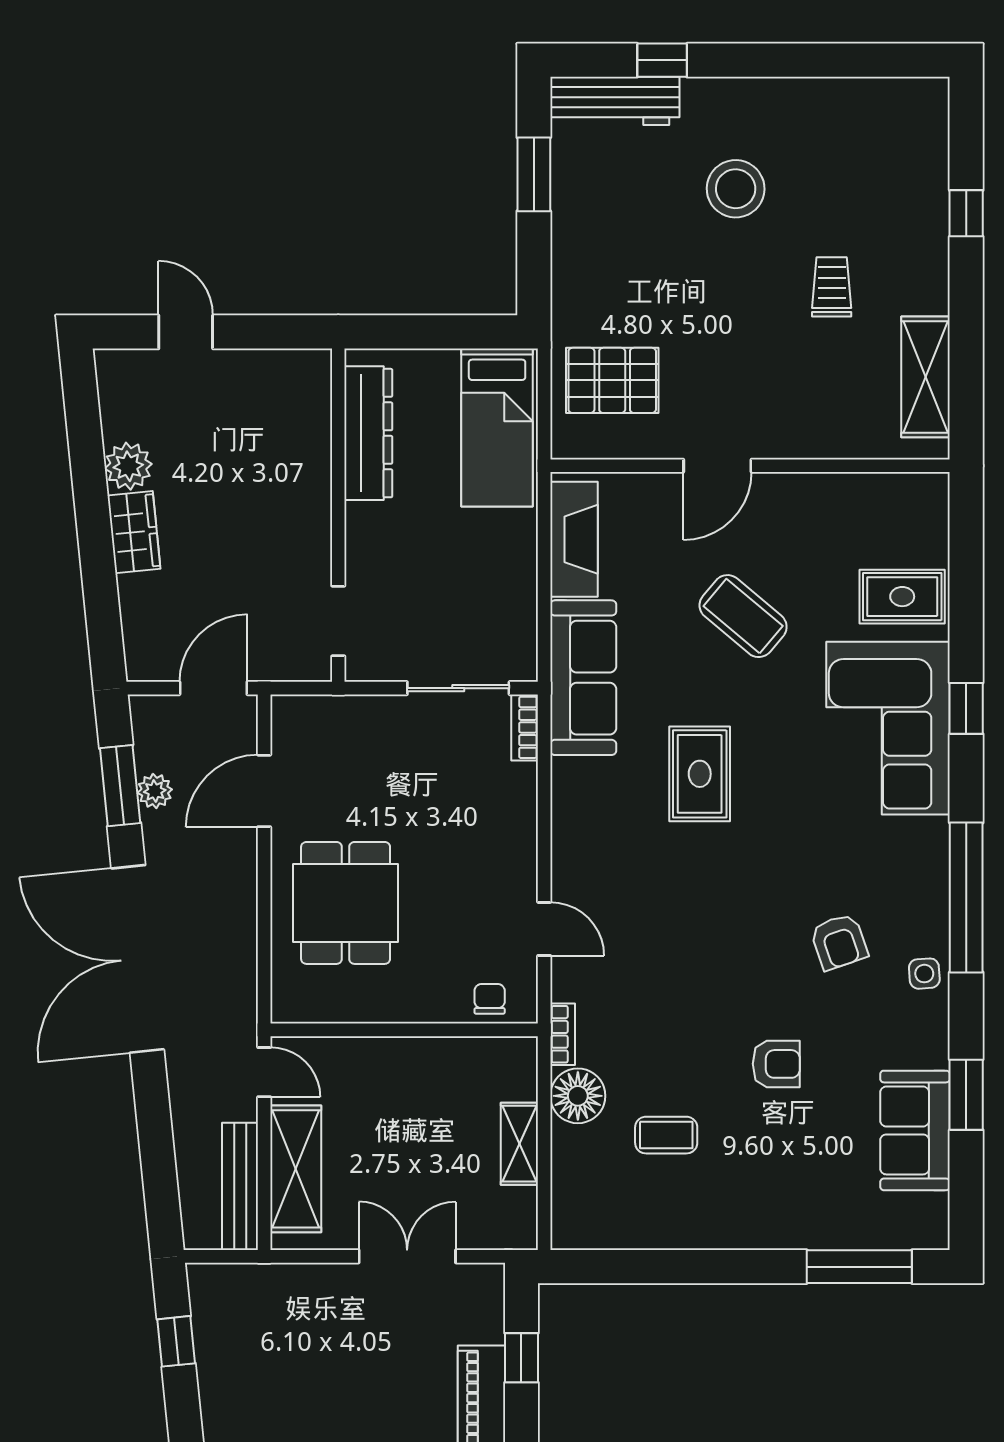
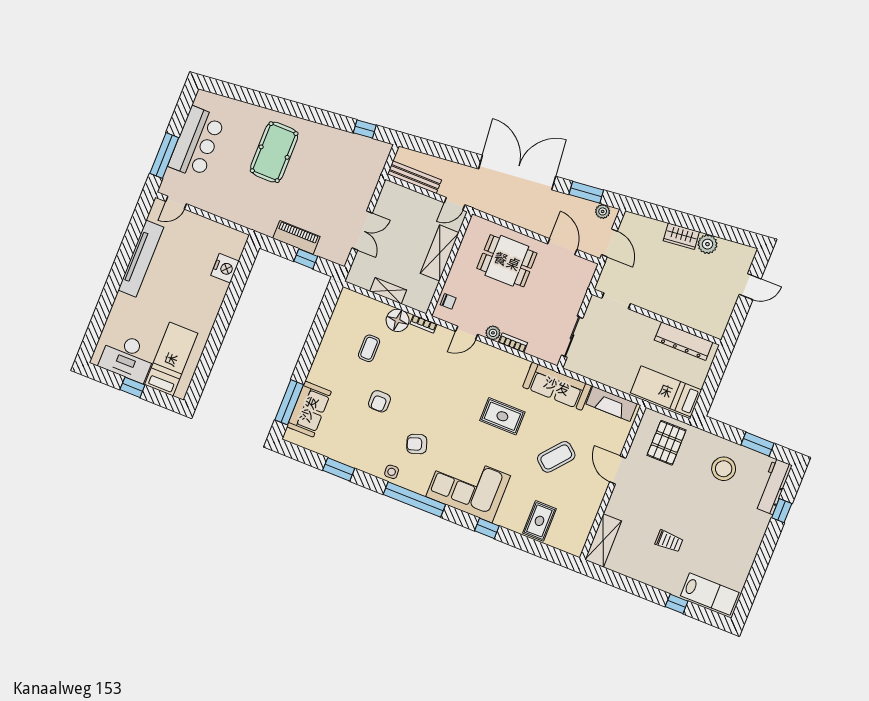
lab bench: (914, 147) -> (710, 594), added
stool: (736, 189) -> (724, 469), moved
shelving: (926, 377) -> (603, 540), moved, turned 90
bookcase: (525, 727) -> (513, 343), moved
corner sofa: (888, 728) -> (468, 486), moved
plant: (155, 791) -> (603, 211), moved
plant: (520, 870) -> (493, 333), added
sofa: (915, 1130) -> (309, 409), moved, turned 90
shelving: (296, 1169) -> (440, 253), moved, turned 90

